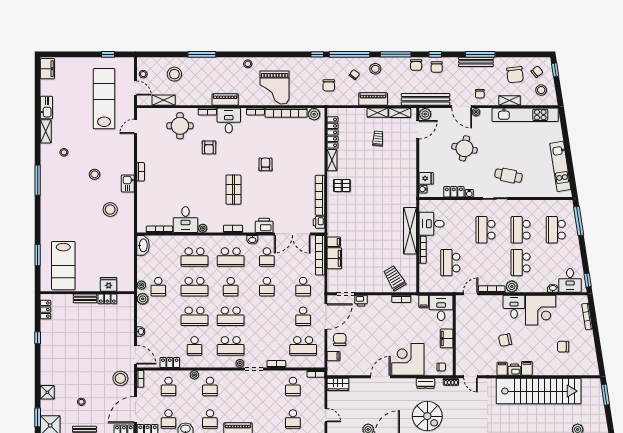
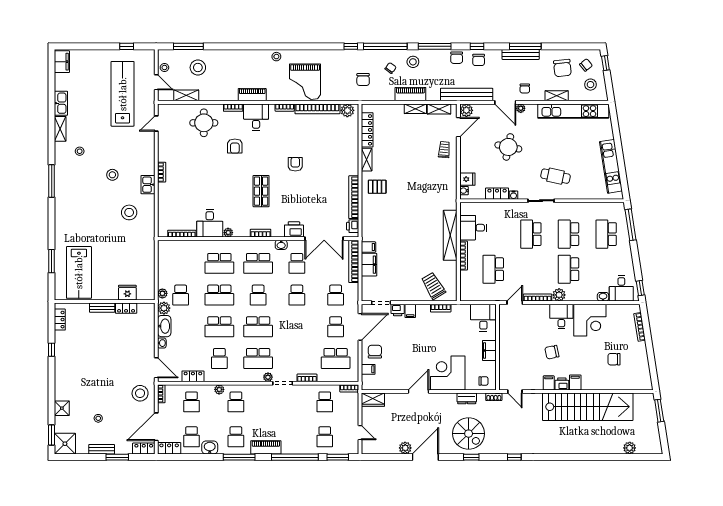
window: (202, 54) -> (188, 46), moved
trolley: (378, 139) -> (444, 150), moved
washbasin: (143, 245) -> (164, 326), moved
filing cabinet: (424, 301) -> (410, 311), moved

